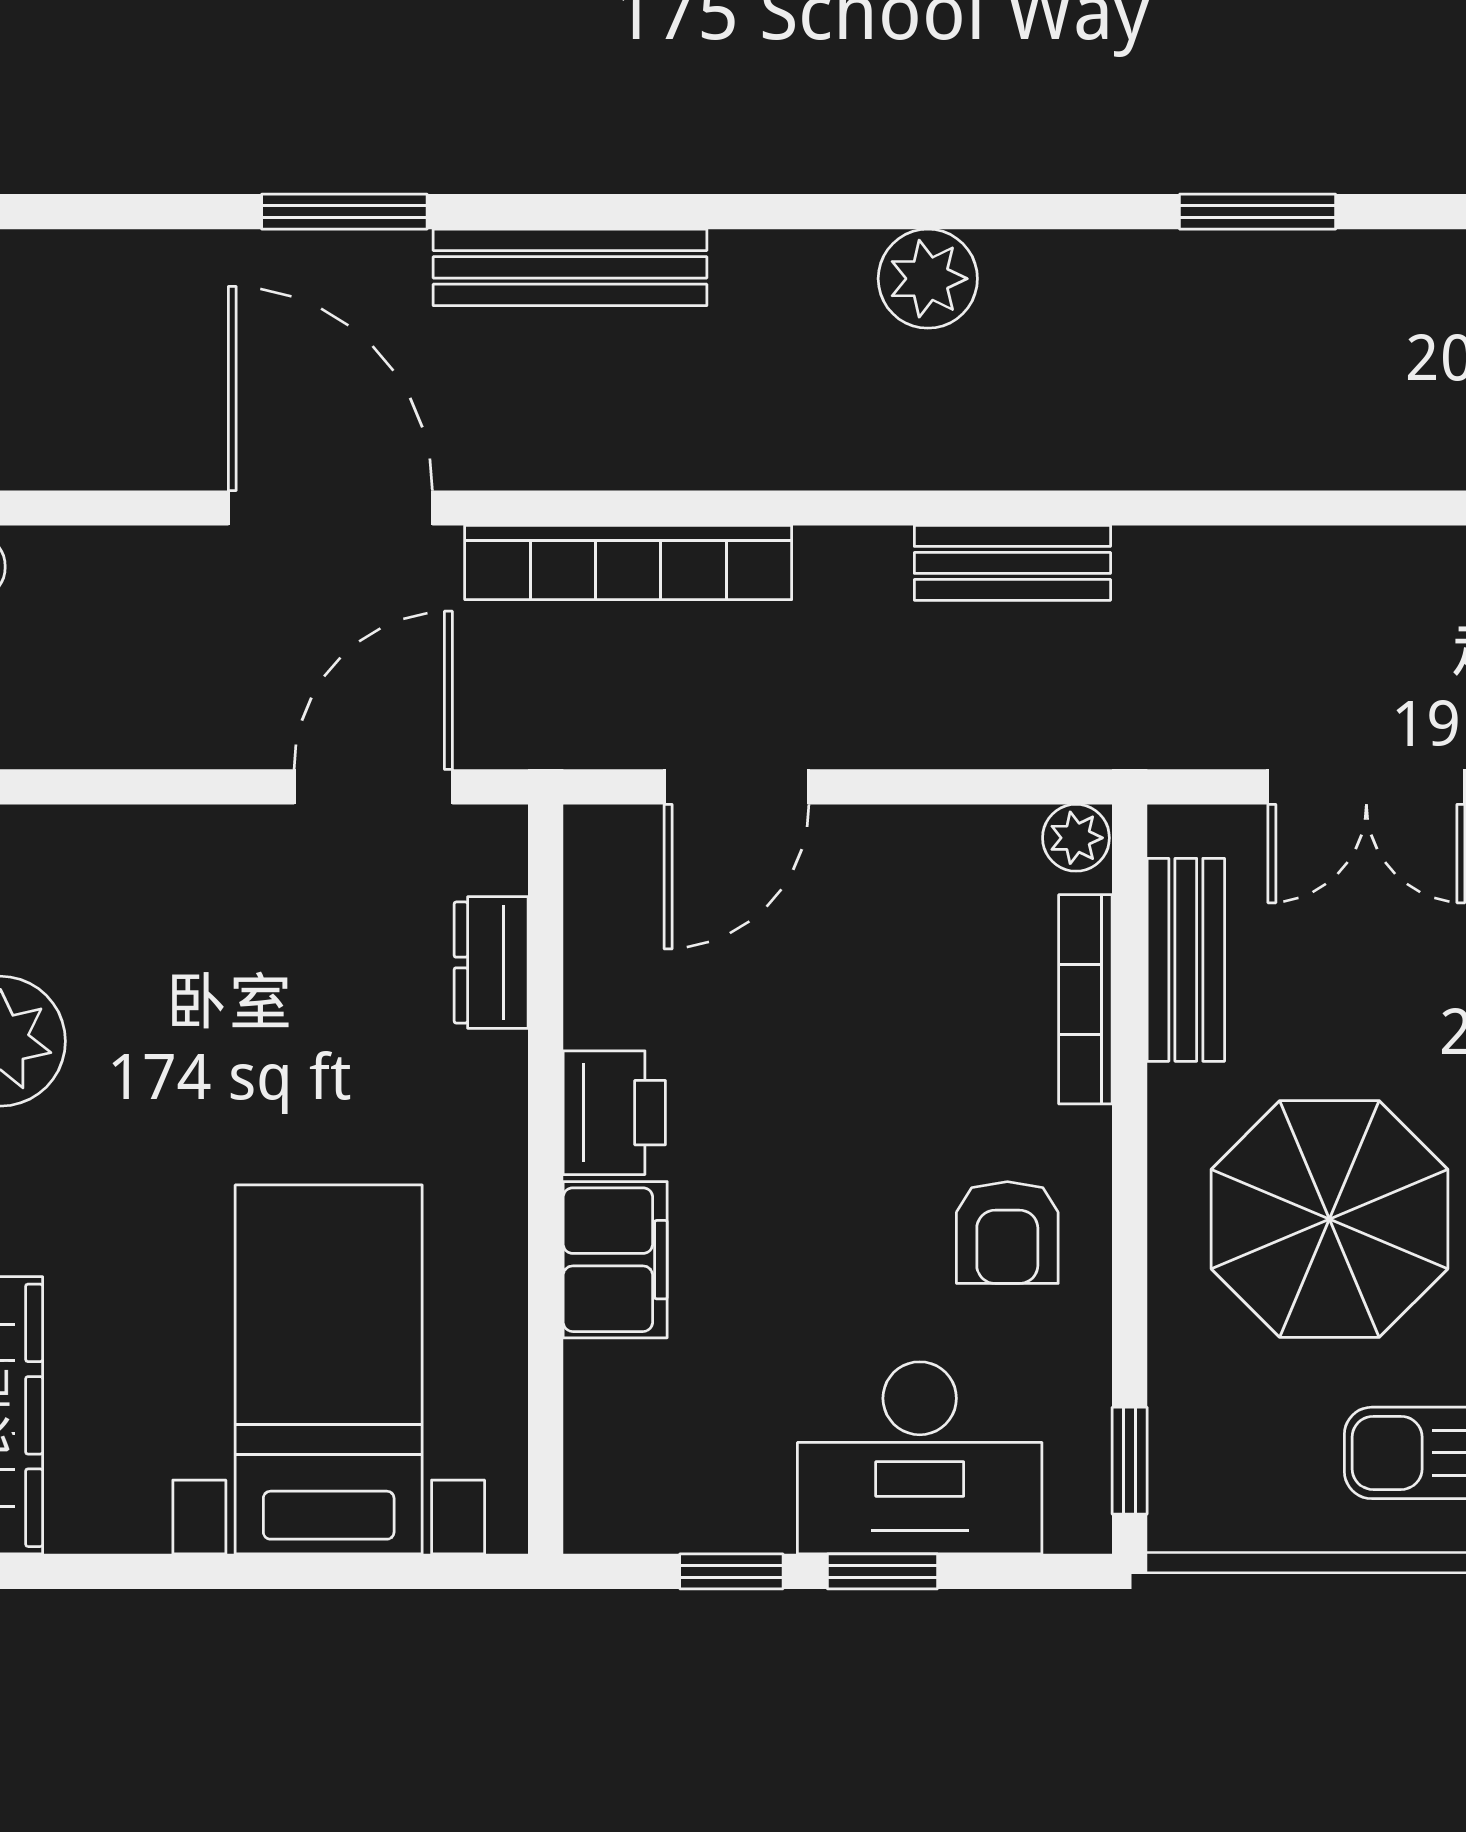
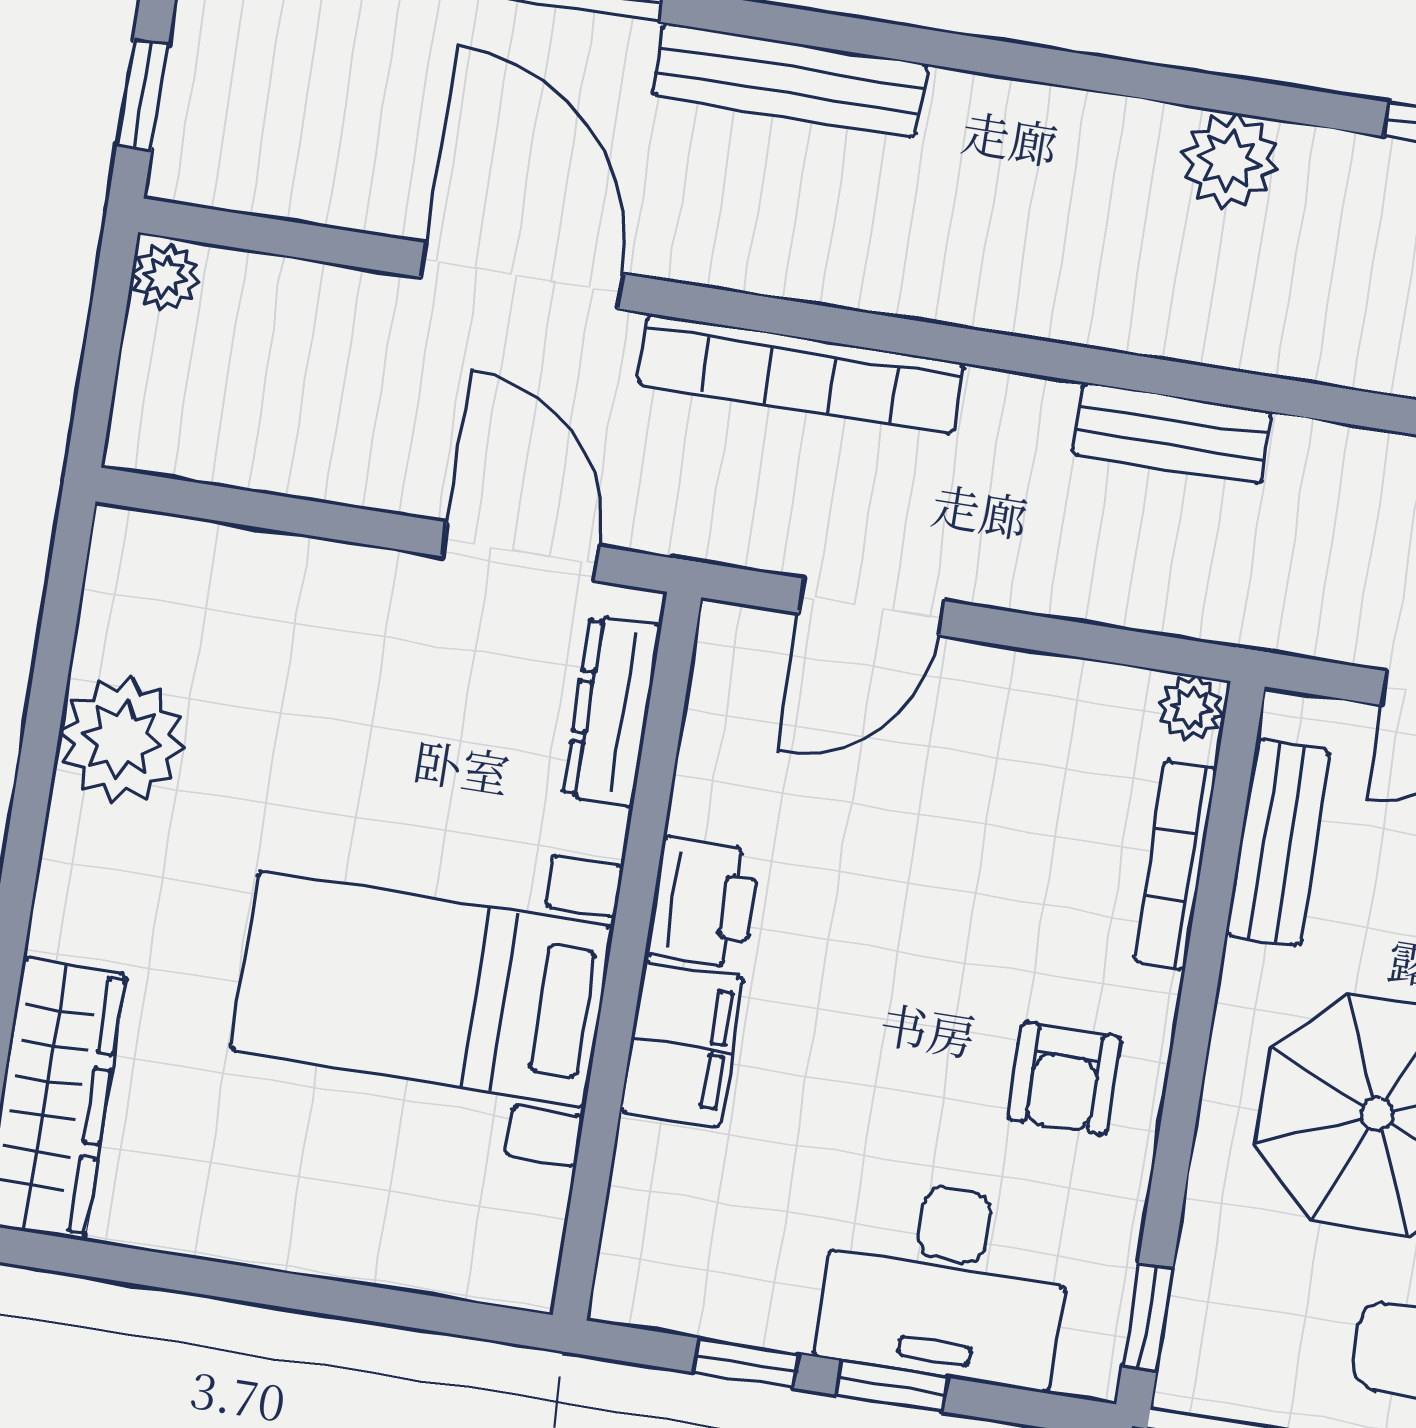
plant: (928, 279) -> (1230, 161), moved
door: (373, 787) -> (520, 551), hinge flipped
dresser: (491, 963) -> (612, 711), width x1.44
bed with nightstands: (329, 1369) -> (422, 989), moved, turned -90

